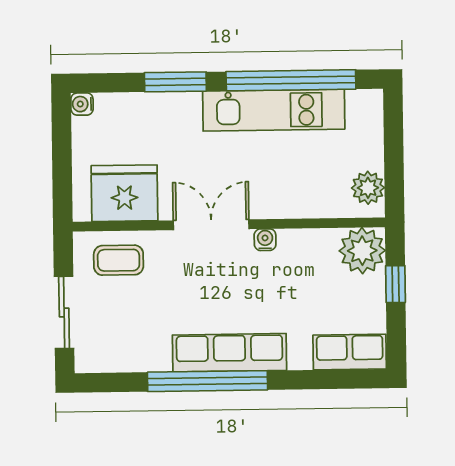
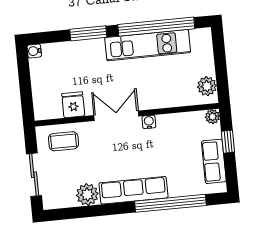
fridge: (124, 193) -> (73, 105), width x0.53, depth x0.75
plant: (362, 251) -> (212, 117), width x0.53, depth x0.53
row of seats: (350, 352) -> (214, 161), moved, turned -90
plant: (151, 353) -> (87, 195), added
window: (207, 381) -> (170, 203), moved

